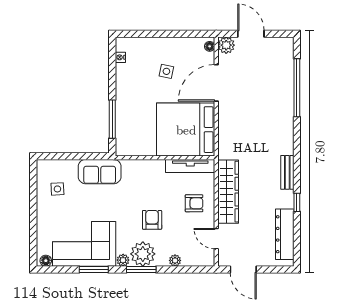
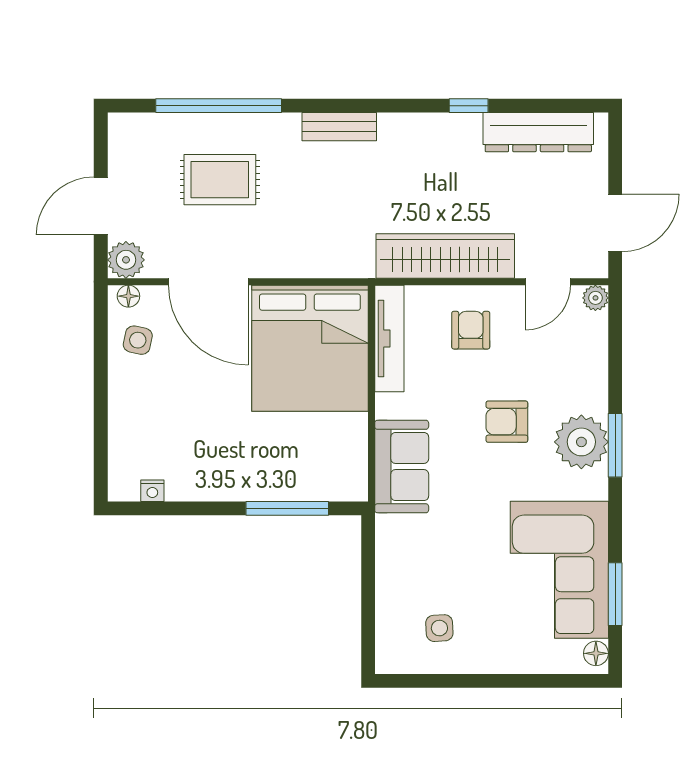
side table: (166, 71) -> (138, 340), moved
rug: (263, 88) -> (220, 180), added
sofa: (100, 172) -> (402, 467), moved
bench: (287, 172) -> (339, 127), moved
plant: (123, 260) -> (595, 485), removed
plant: (175, 260) -> (595, 298), moved
window: (94, 269) -> (615, 594), moved

